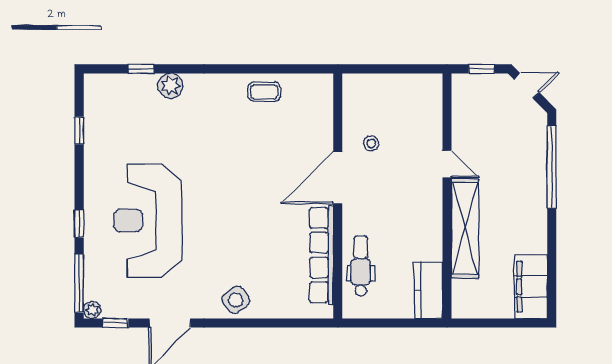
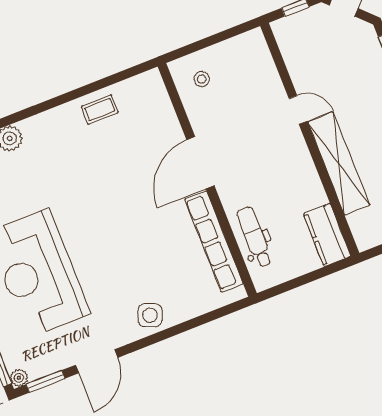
stool: (371, 143) -> (202, 79), moved
side table: (236, 300) -> (150, 315), turned -32
window: (115, 323) -> (46, 381), width x1.50

